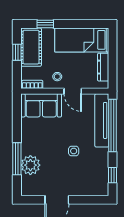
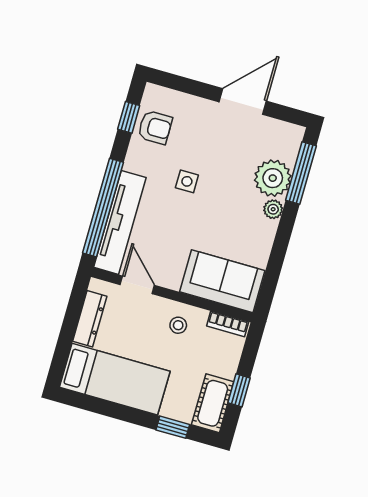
cot: (31, 47) -> (213, 403), width x0.73, depth x0.75
door: (73, 91) -> (137, 285), moved
plant: (26, 149) -> (273, 209), added
window: (17, 159) -> (301, 173), moved
armchair: (98, 174) -> (155, 127), added

